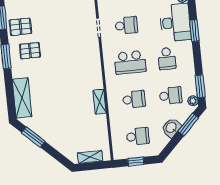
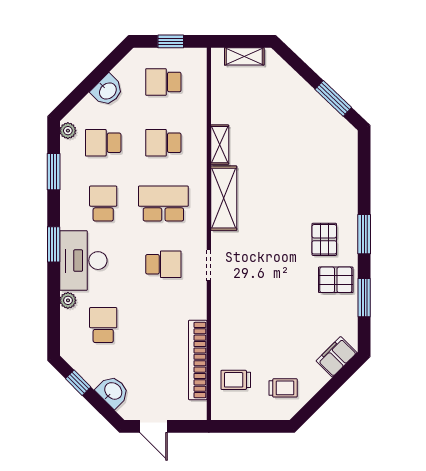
school desk: (126, 25) -> (163, 264), turned 180
pallet: (30, 51) -> (324, 239), turned 90
window: (200, 86) -> (54, 172), moved
shelving: (22, 98) -> (224, 198), moved
window: (188, 124) -> (79, 93), removed

